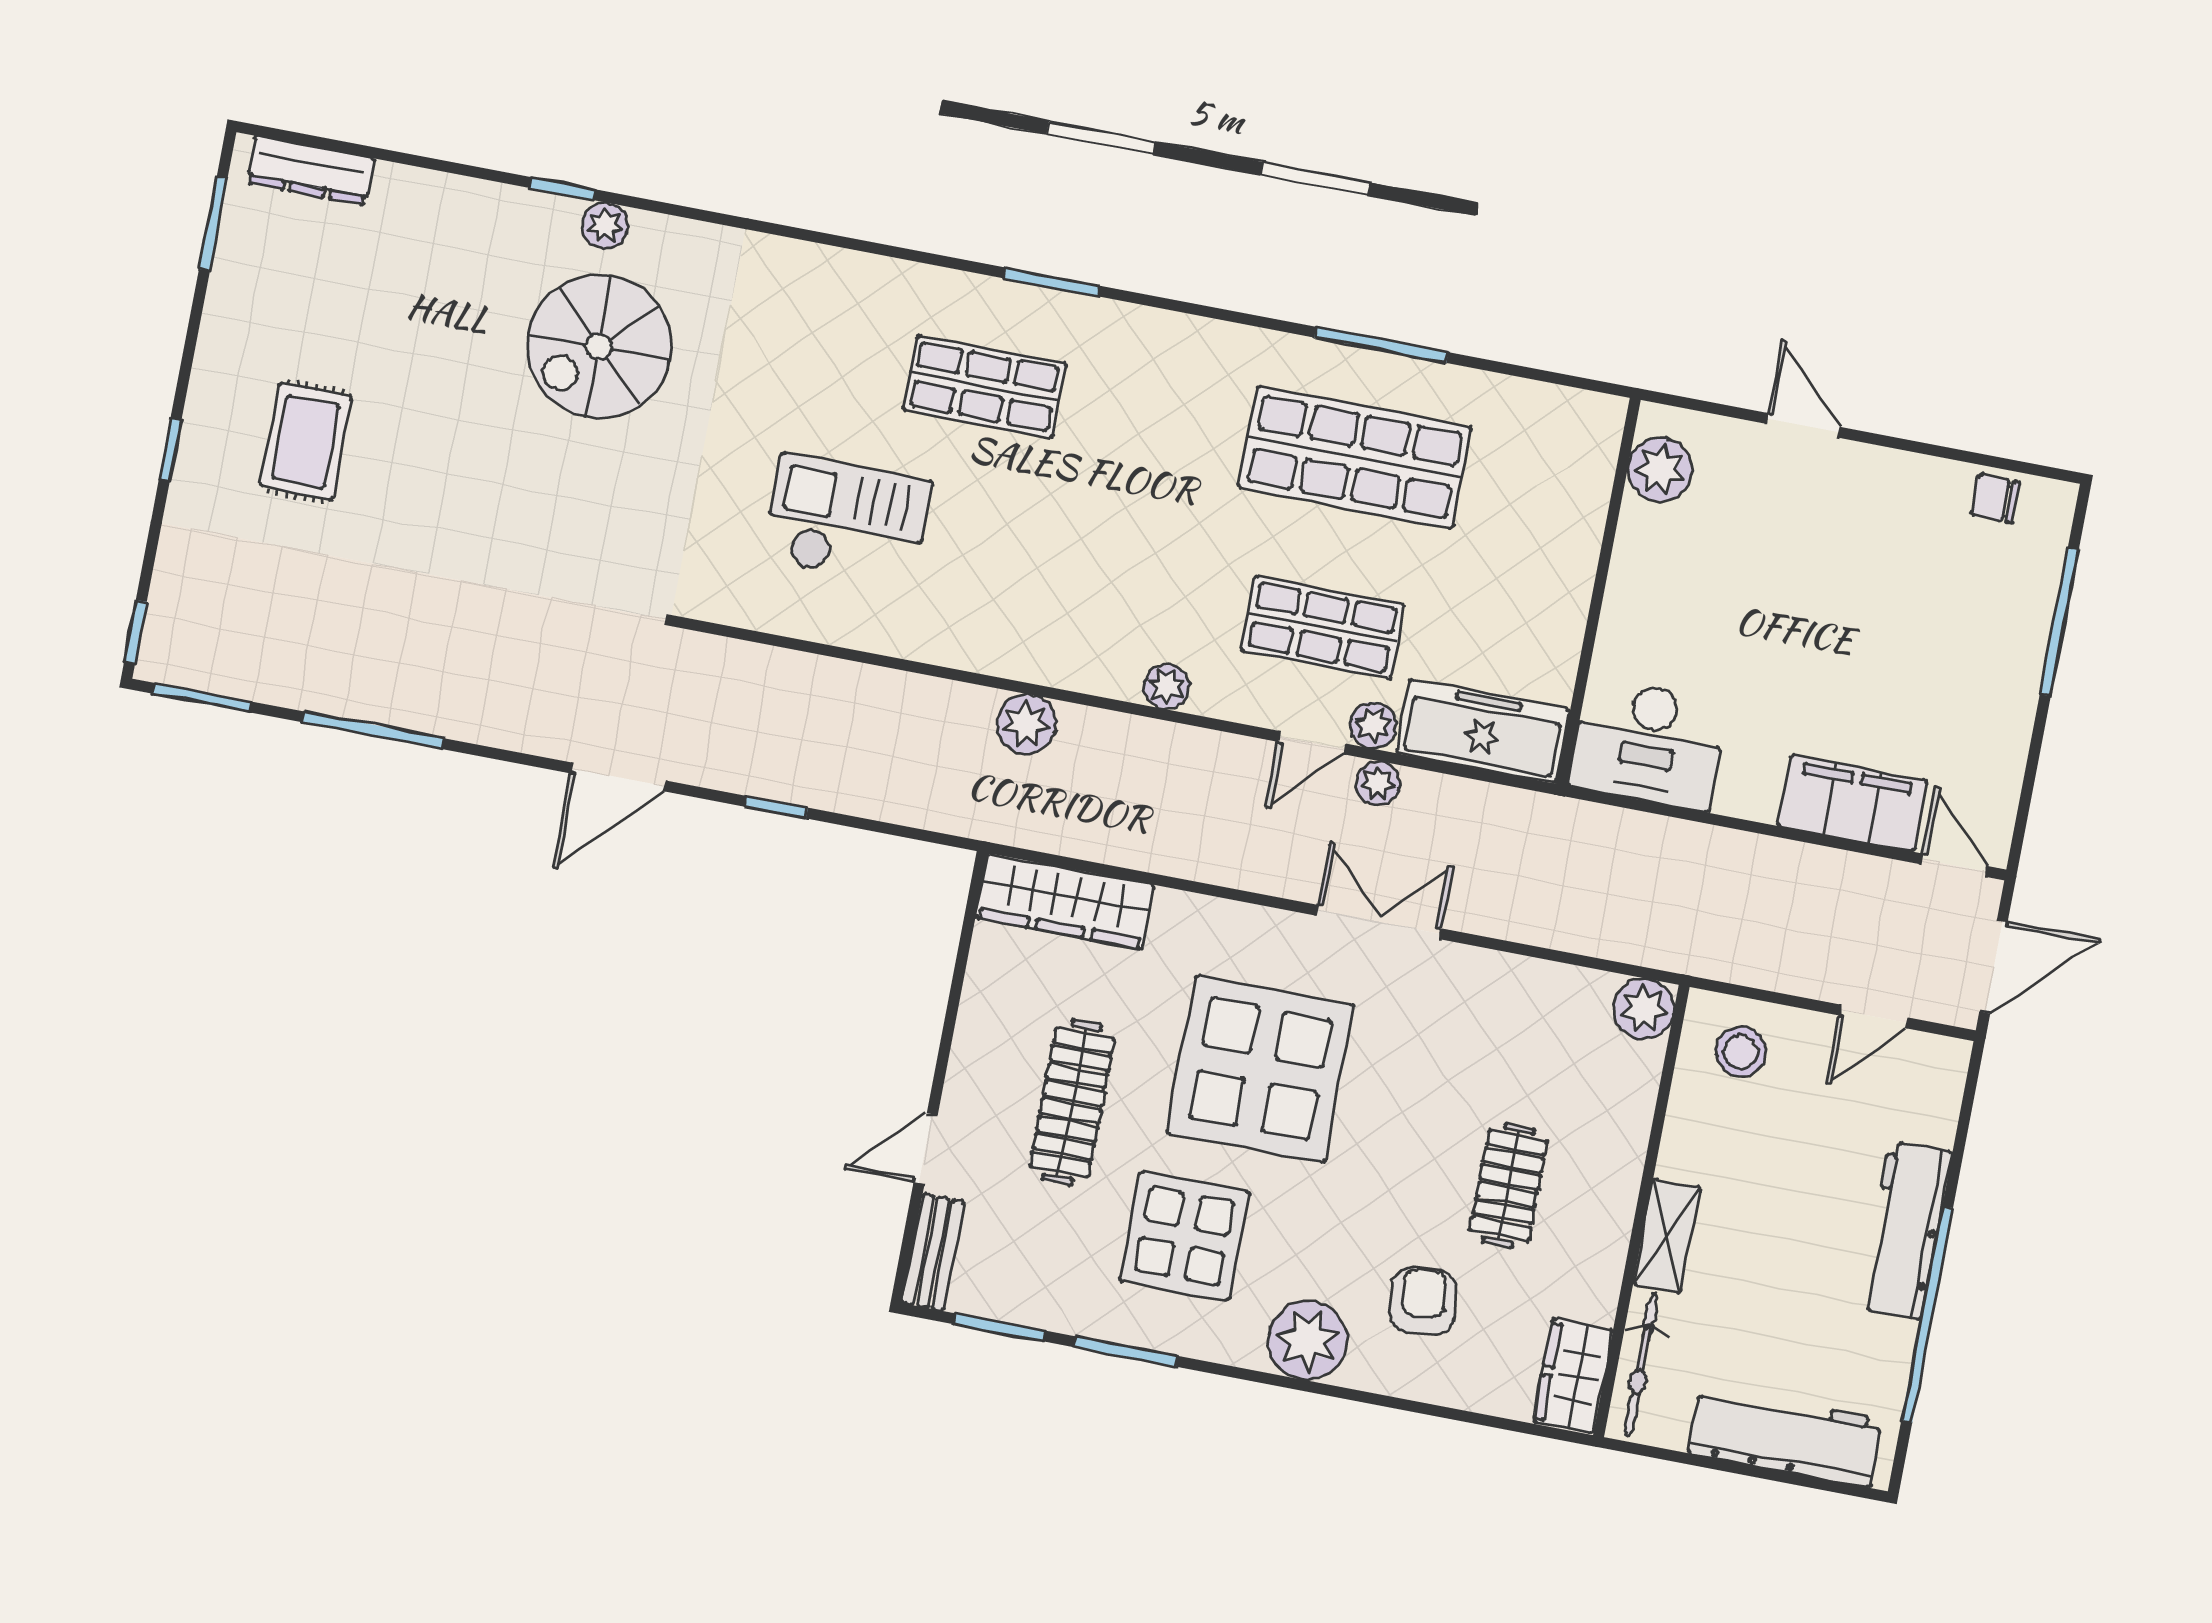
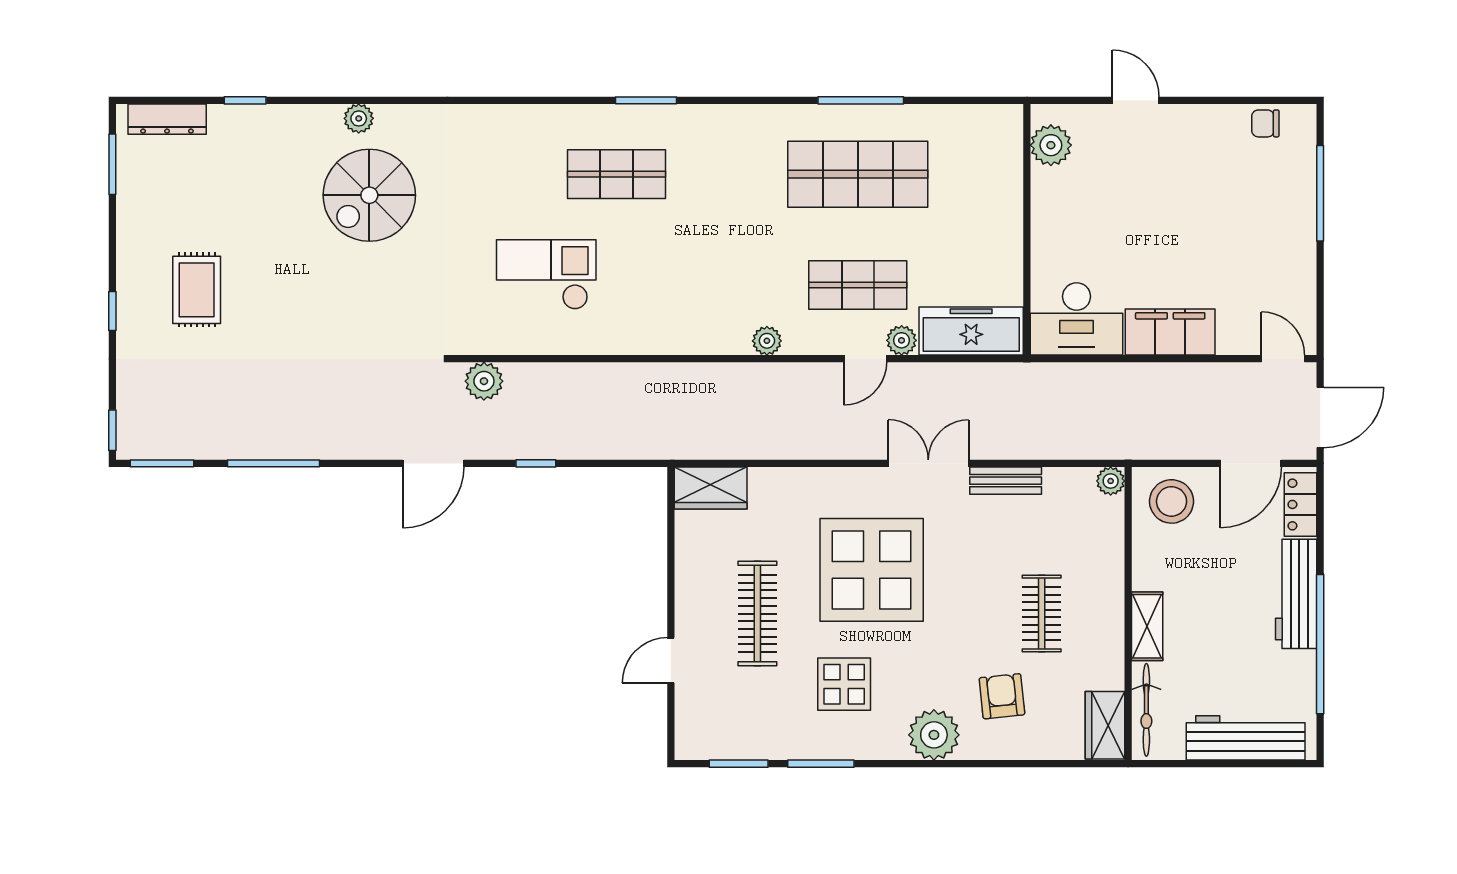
window: (562, 189) -> (245, 100), moved
plant: (1026, 724) -> (484, 381), moved
plant: (1378, 783) -> (911, 376), removed
filing cabinet: (1853, 803) -> (1170, 332), moved
wardrobe: (1065, 901) -> (711, 488), width x0.67
plant: (1644, 1009) -> (1111, 481), width x0.73, depth x0.73
door: (1874, 1017) -> (1251, 463), width x1.38
stool: (1741, 1052) -> (1172, 501), width x1.38, depth x1.38
locker: (1938, 1094) -> (1300, 504), added
display table: (1185, 1236) -> (844, 684), width x0.73, depth x0.73
bench: (933, 1252) -> (1006, 481), moved, turned 90

